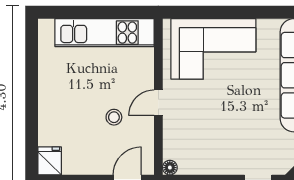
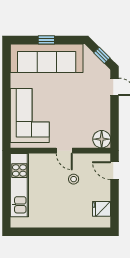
fridge: (50, 161) -> (101, 209), moved
floor lamp: (170, 168) -> (102, 139), width x1.89, depth x1.89

